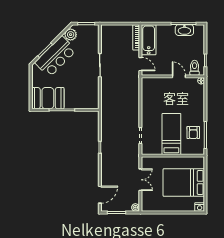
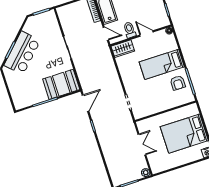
plant: (71, 35) -> (30, 27), removed
toilet: (195, 68) -> (130, 30), moved
wardrobe: (152, 83) -> (123, 49), added
booth: (48, 98) -> (61, 84), moved
bed: (171, 134) -> (162, 64), moved, turned -90
door: (100, 195) -> (85, 103), moved

